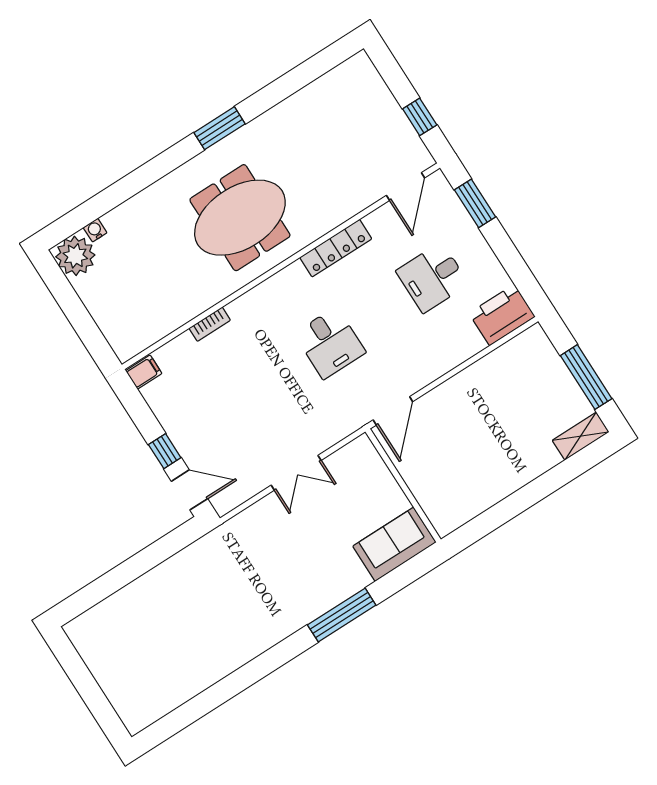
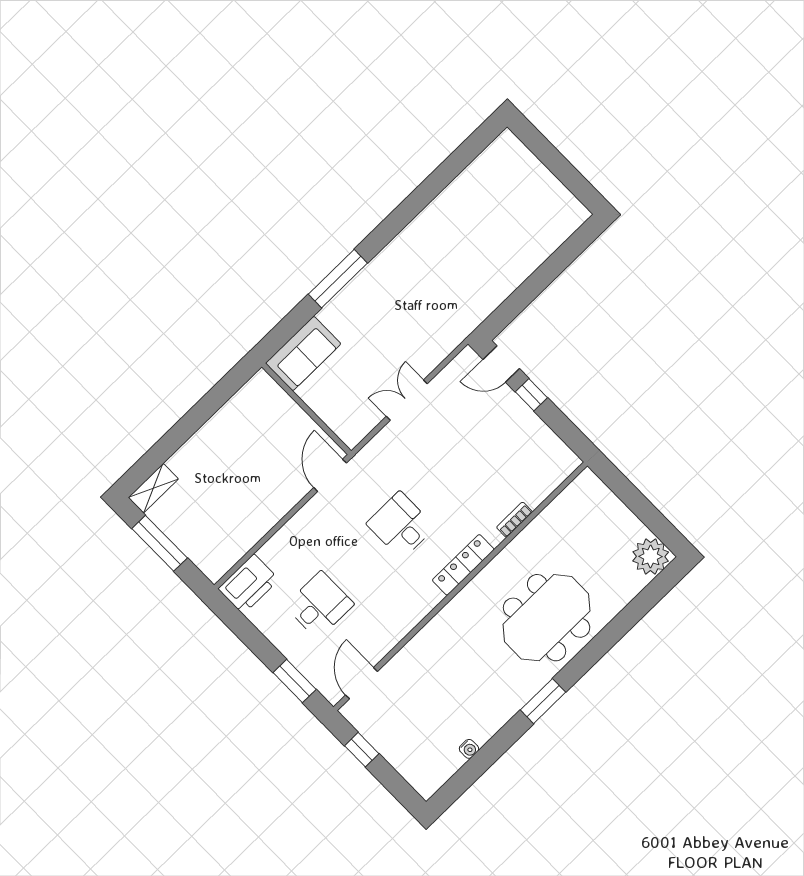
meeting table: (240, 218) -> (547, 618), moved
water cooler: (95, 230) -> (469, 749), moved
locker: (336, 248) -> (463, 565), moved
filing cabinet: (144, 372) -> (566, 463), removed

